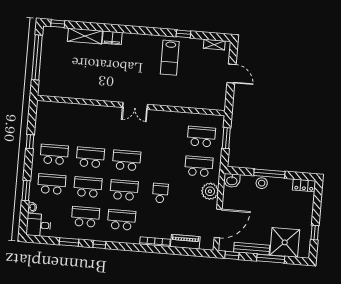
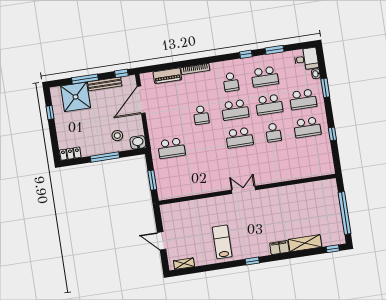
window: (183, 34) -> (252, 261), moved
school desk: (201, 137) -> (176, 176), removed
school desk: (90, 157) -> (273, 133), width x0.54
stool: (262, 183) -> (117, 136), moved
plant: (210, 191) -> (156, 128), removed
school desk: (122, 220) -> (231, 82), width x0.54

